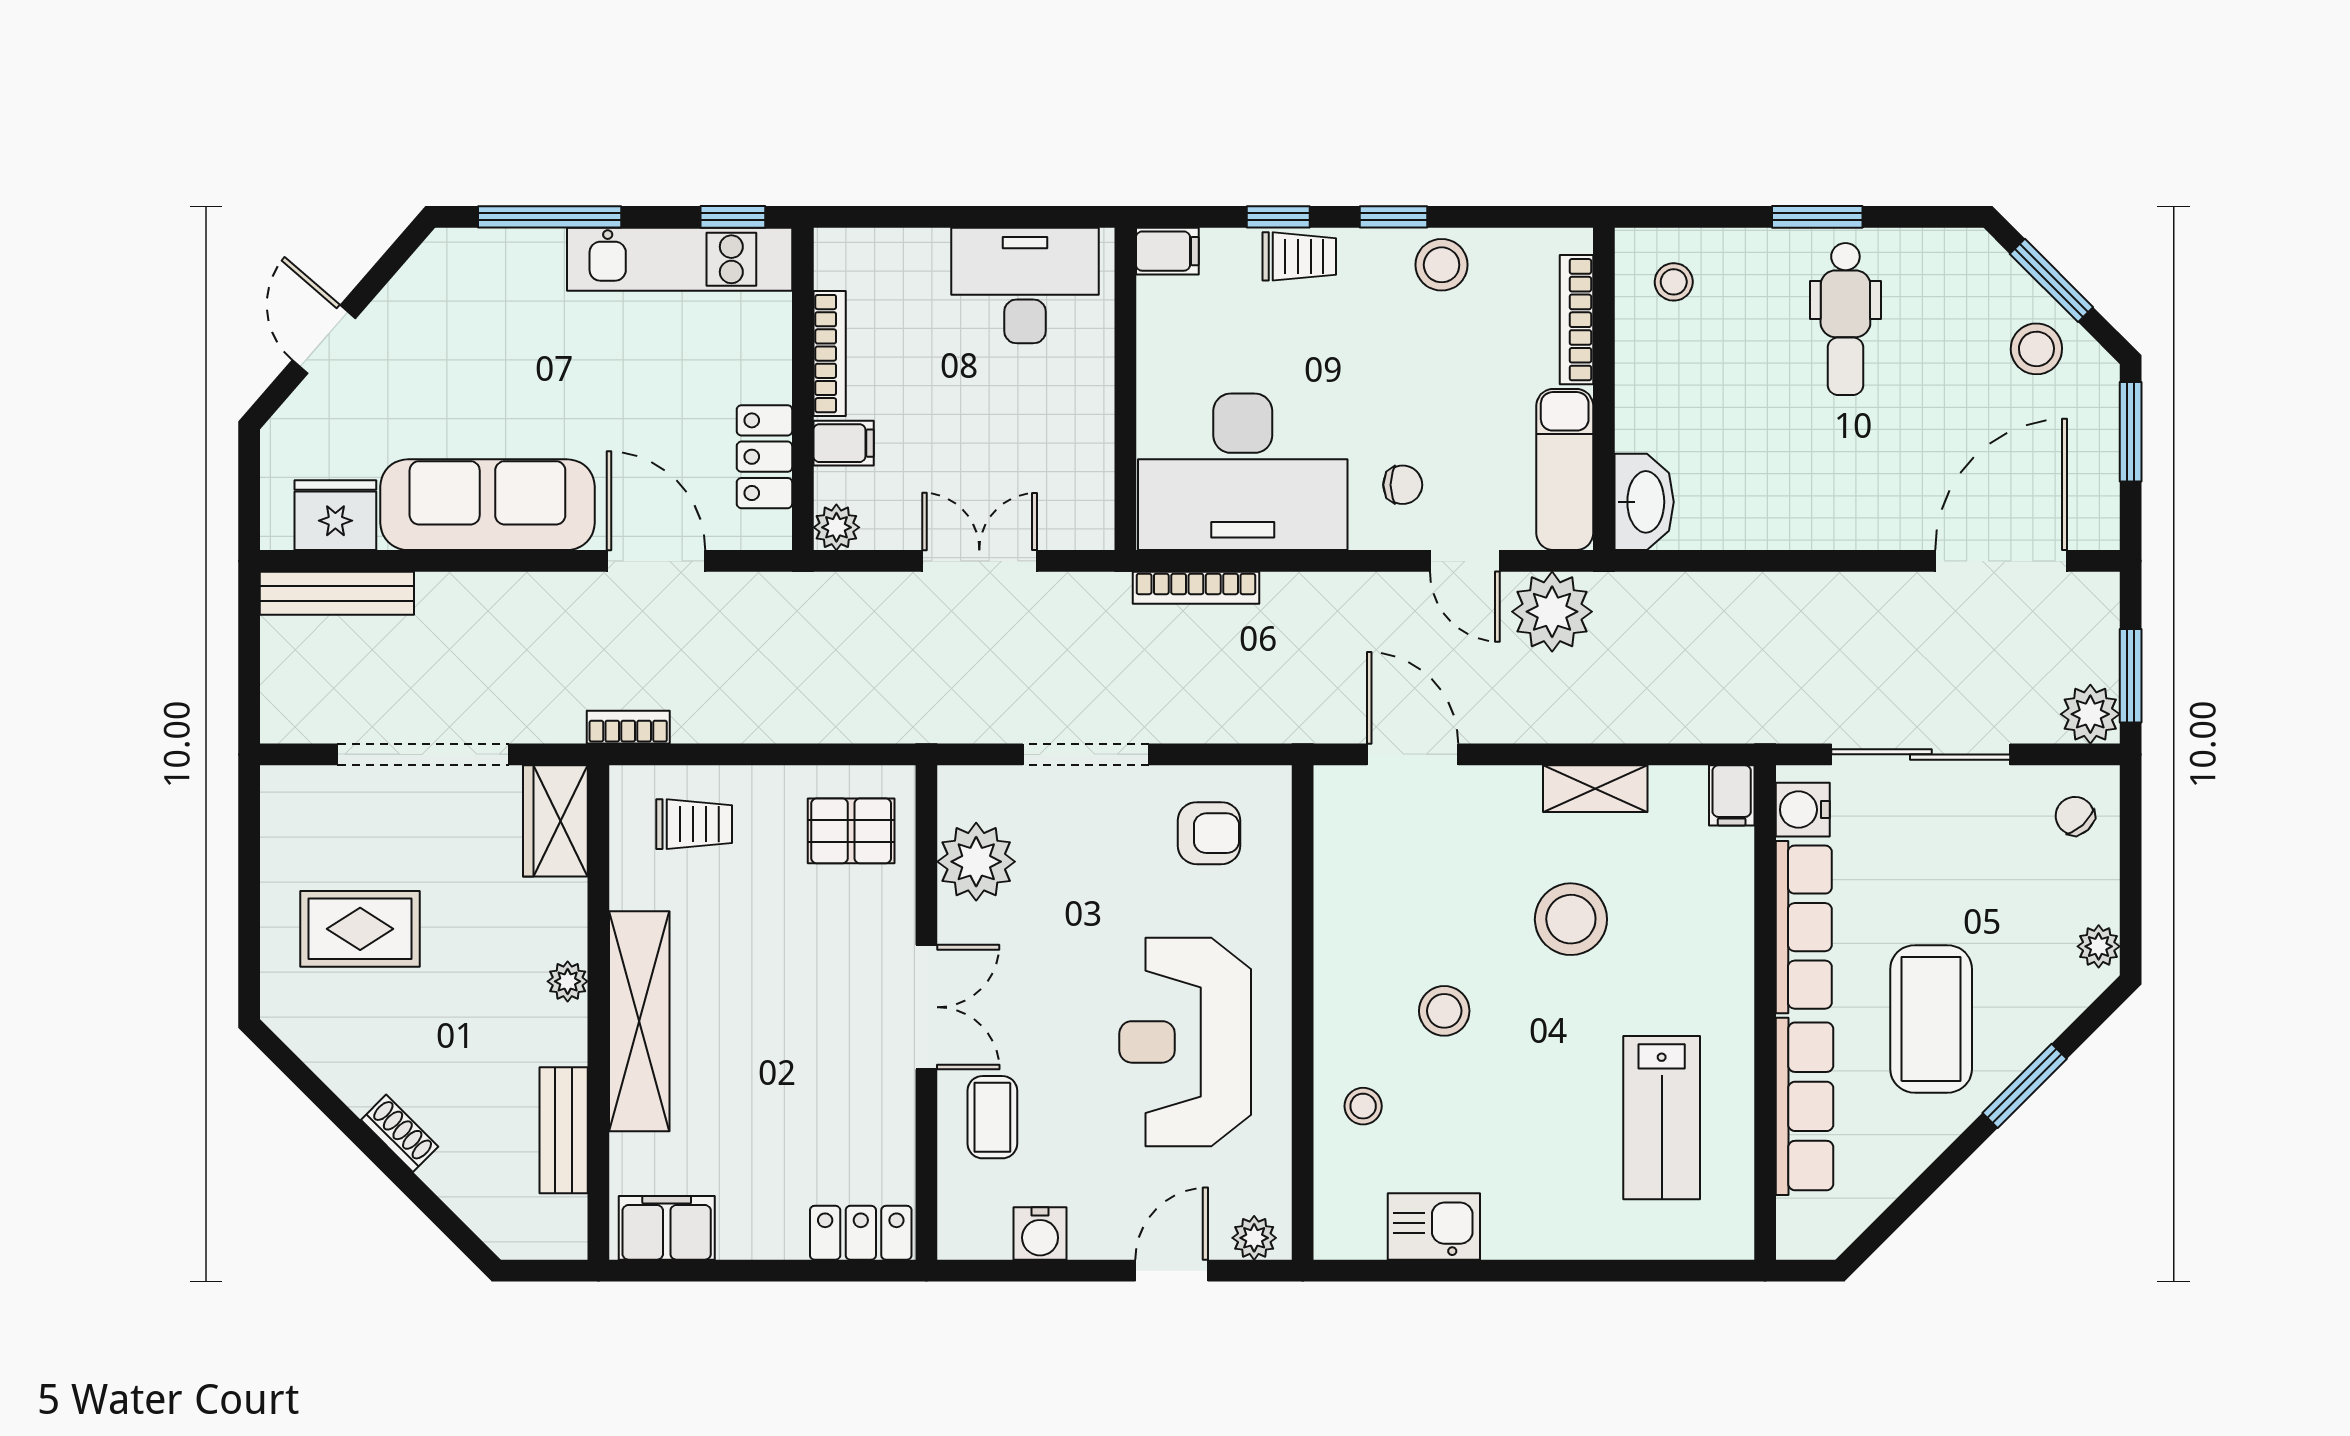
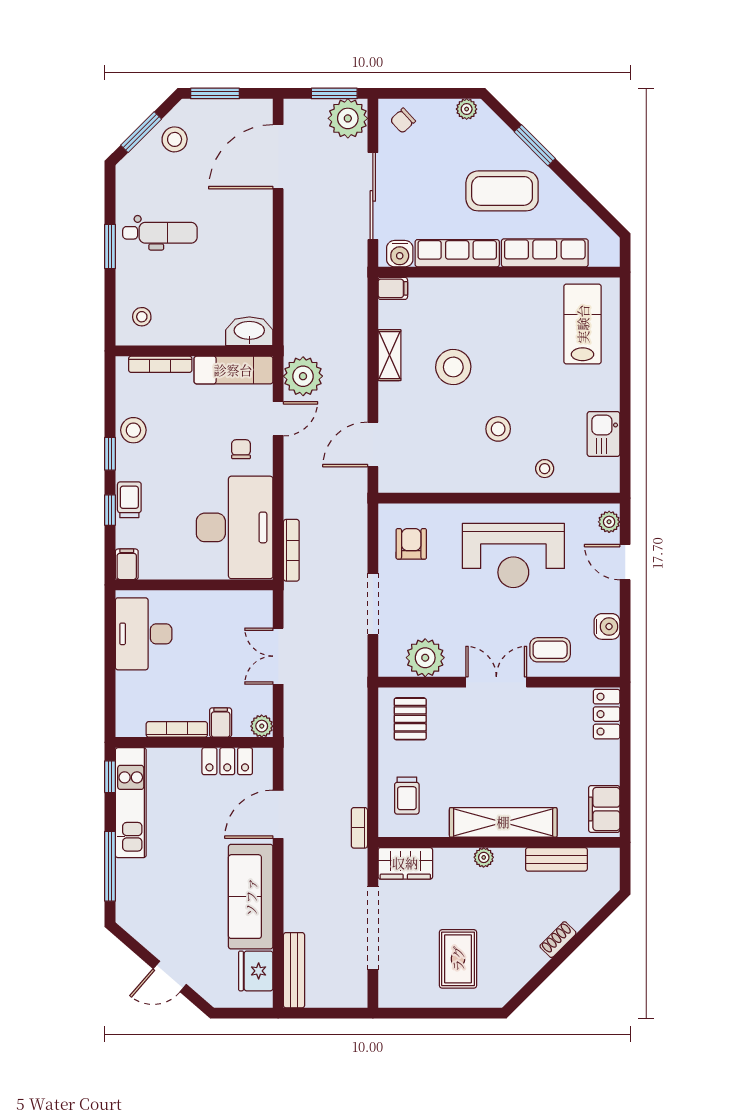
door: (2001, 561) -> (278, 157), hinge flipped
plant: (2090, 714) -> (348, 118), width x1.36, depth x1.36
trolley: (694, 824) -> (407, 796), turned 180
lab bench: (1662, 1118) -> (583, 324), moved, turned -90

